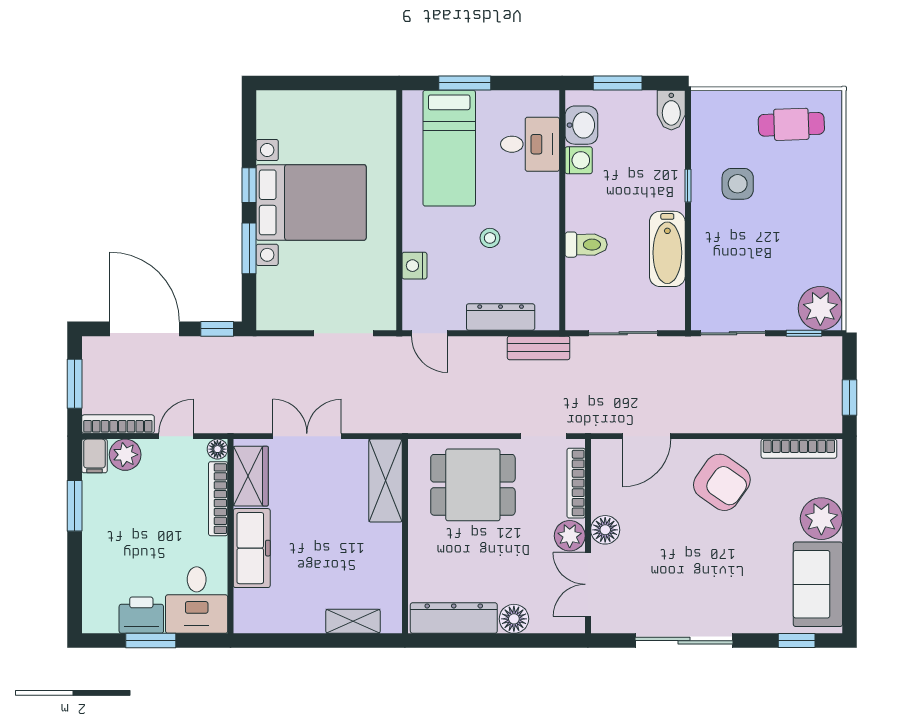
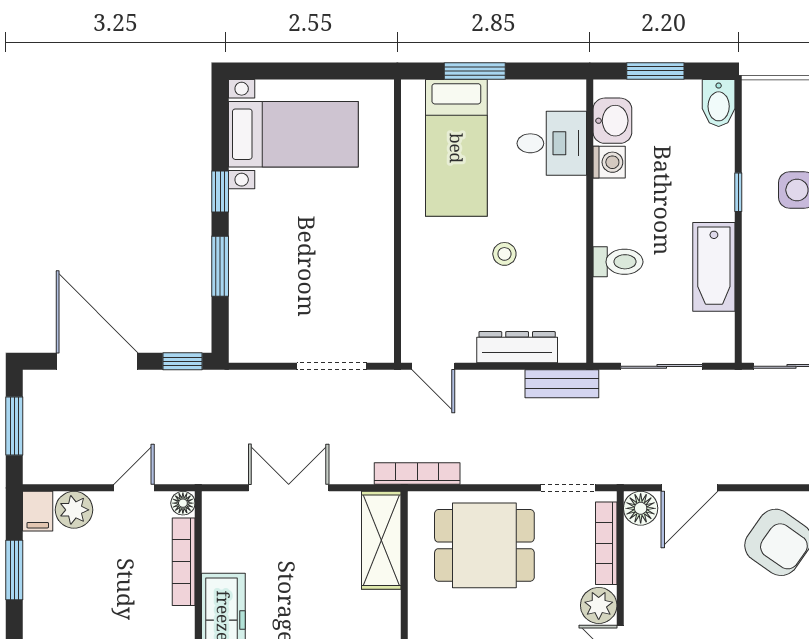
bed with nightstands: (311, 202) -> (293, 134), moved, width x0.73
nightstand: (414, 266) -> (415, 287), removed
bookcase: (118, 424) -> (417, 474), moved
wardrobe: (251, 476) -> (222, 535), removed
floor lamp: (605, 530) -> (641, 508), moved

